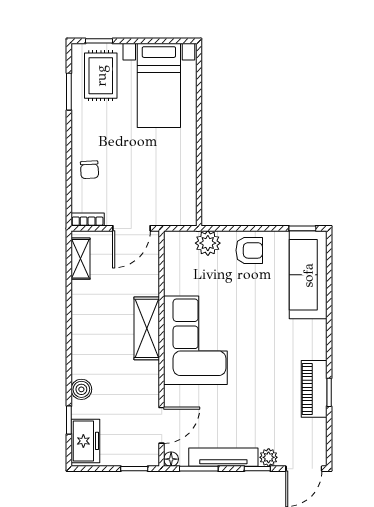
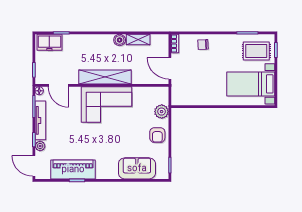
shelving: (80, 259) -> (138, 39), moved
sofa: (308, 275) -> (137, 168), width x0.73
shelving: (147, 328) -> (105, 77), width x1.47
boiler: (81, 389) -> (120, 40), moved
piano: (314, 389) -> (73, 169), width x1.37, depth x1.33

